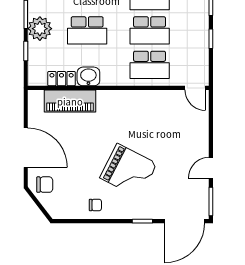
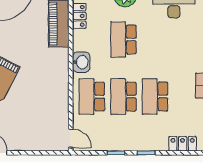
washbasin: (88, 76) -> (81, 62), moved
door: (195, 88) -> (71, 138), swing flipped

